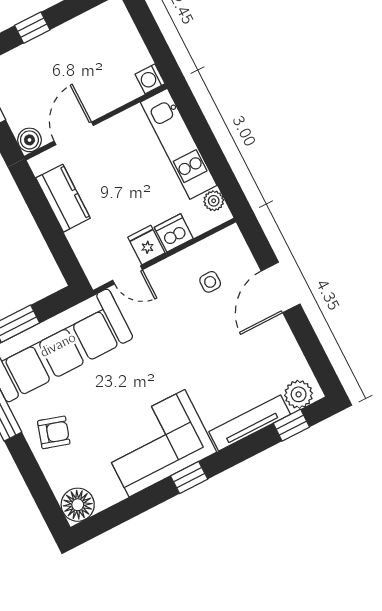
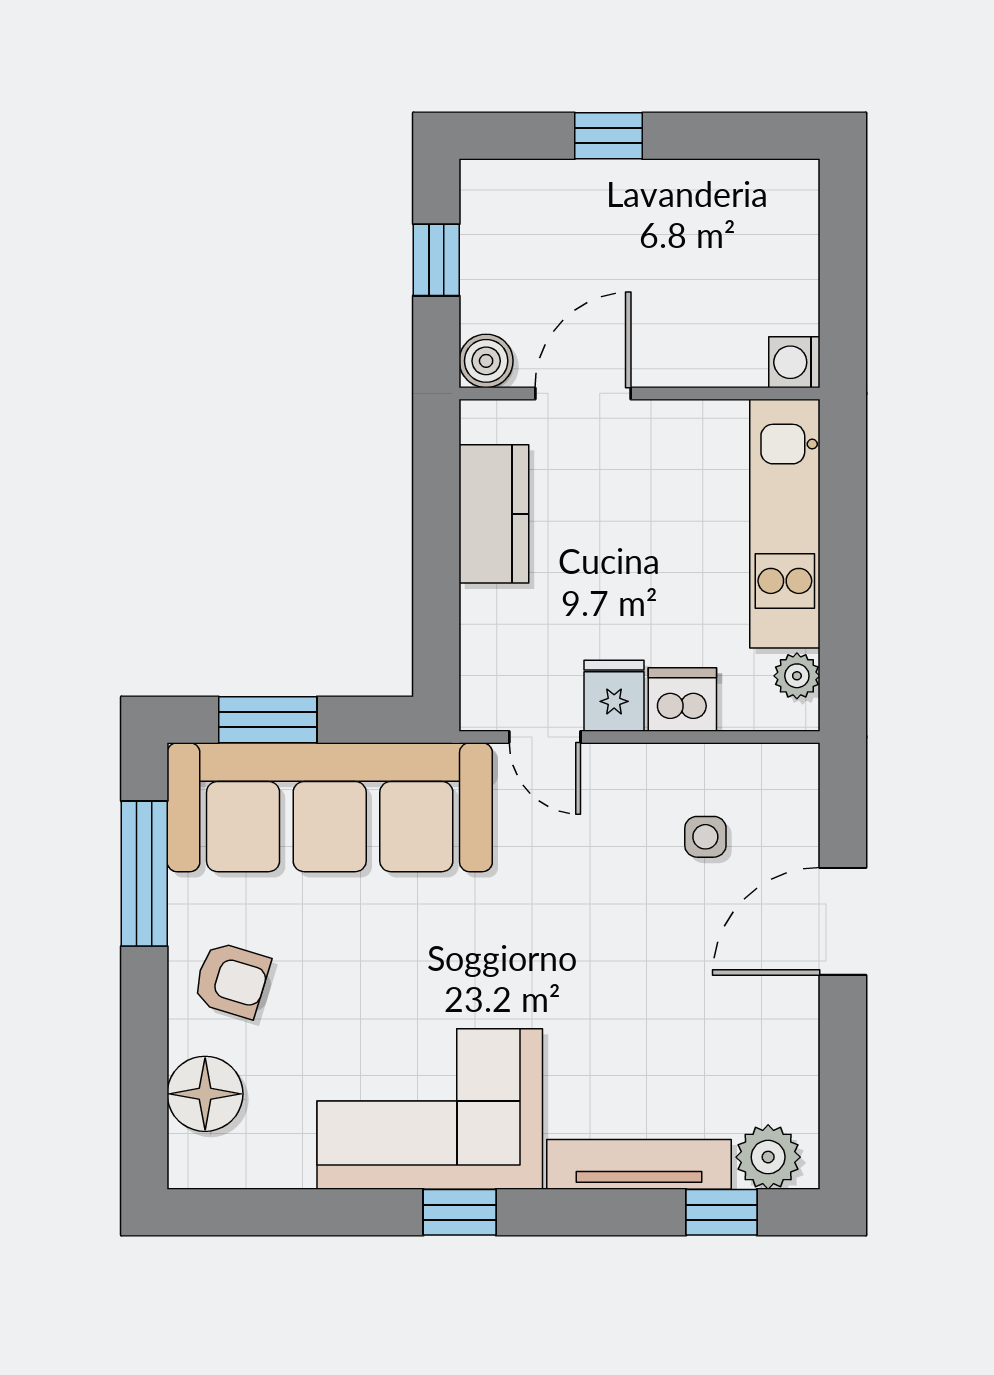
floor lamp: (78, 505) -> (205, 1094), moved

